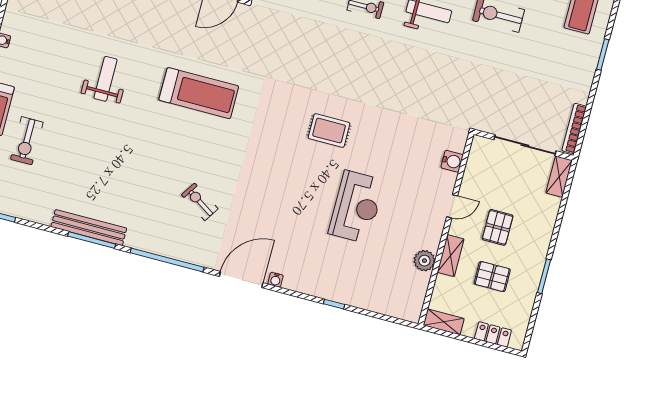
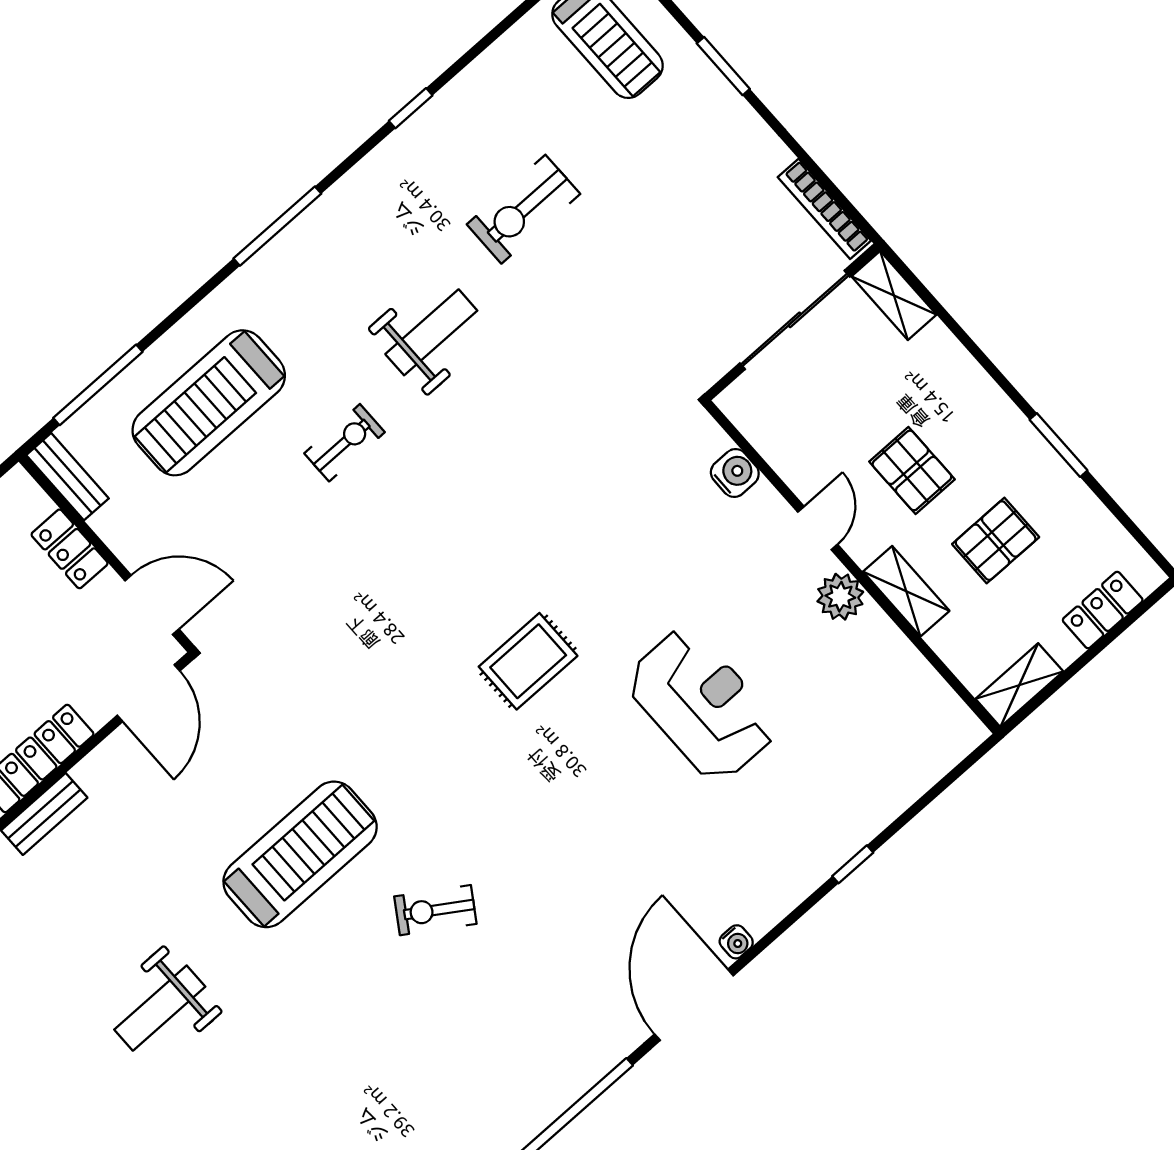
weight bench: (105, 79) -> (160, 1008), turned -90
exercise bike: (200, 202) -> (435, 910), moved
plant: (424, 261) -> (840, 597), moved

